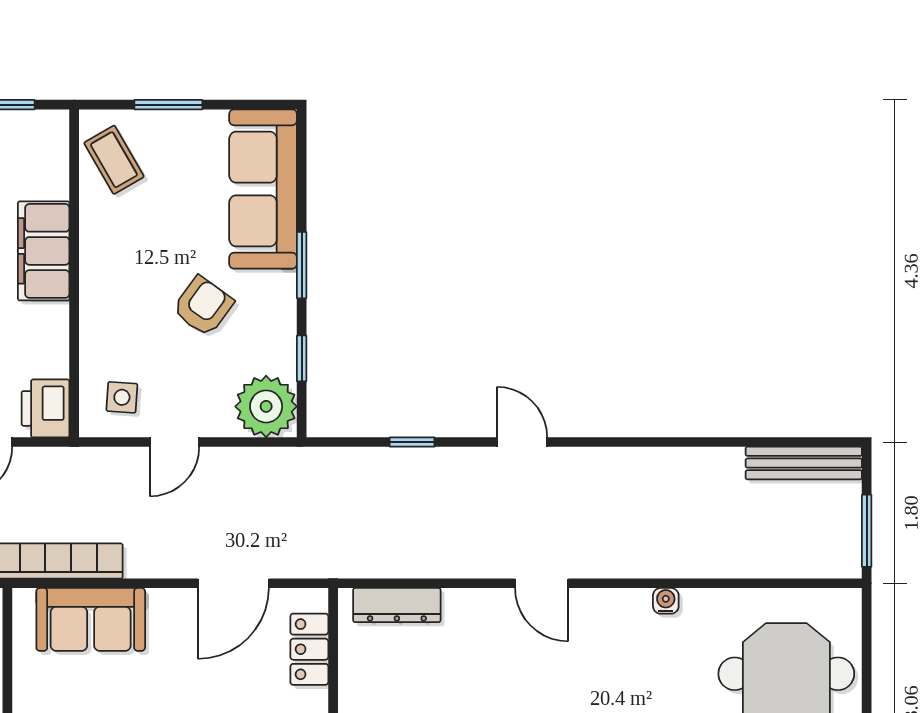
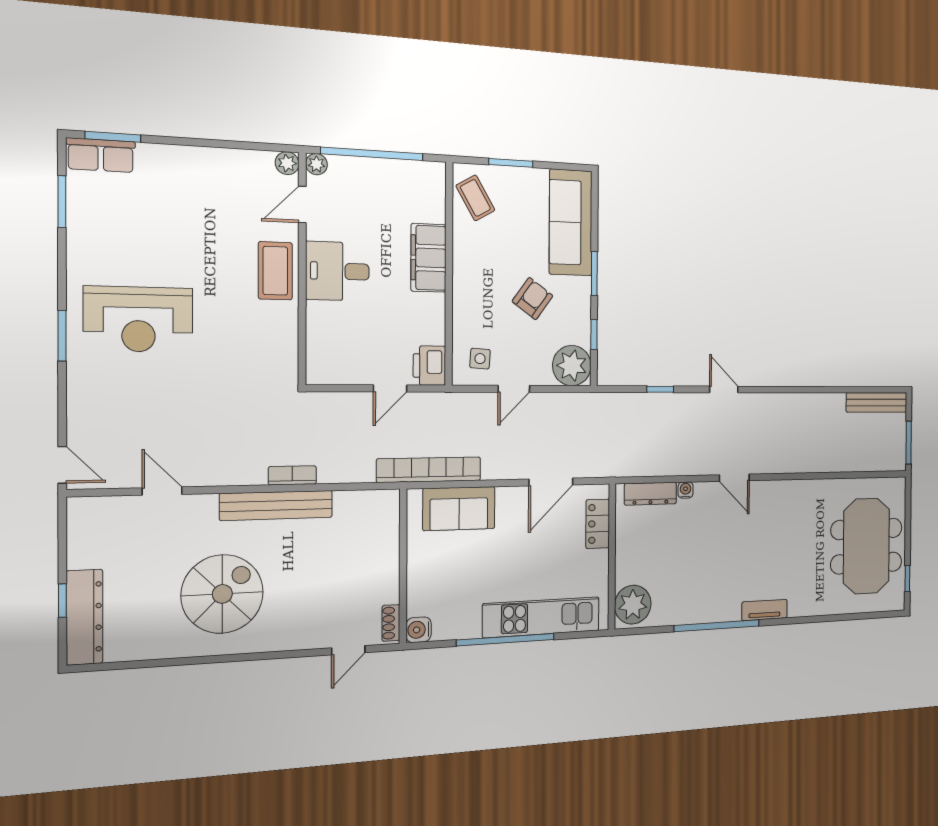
water cooler: (666, 601) -> (686, 490), moved

